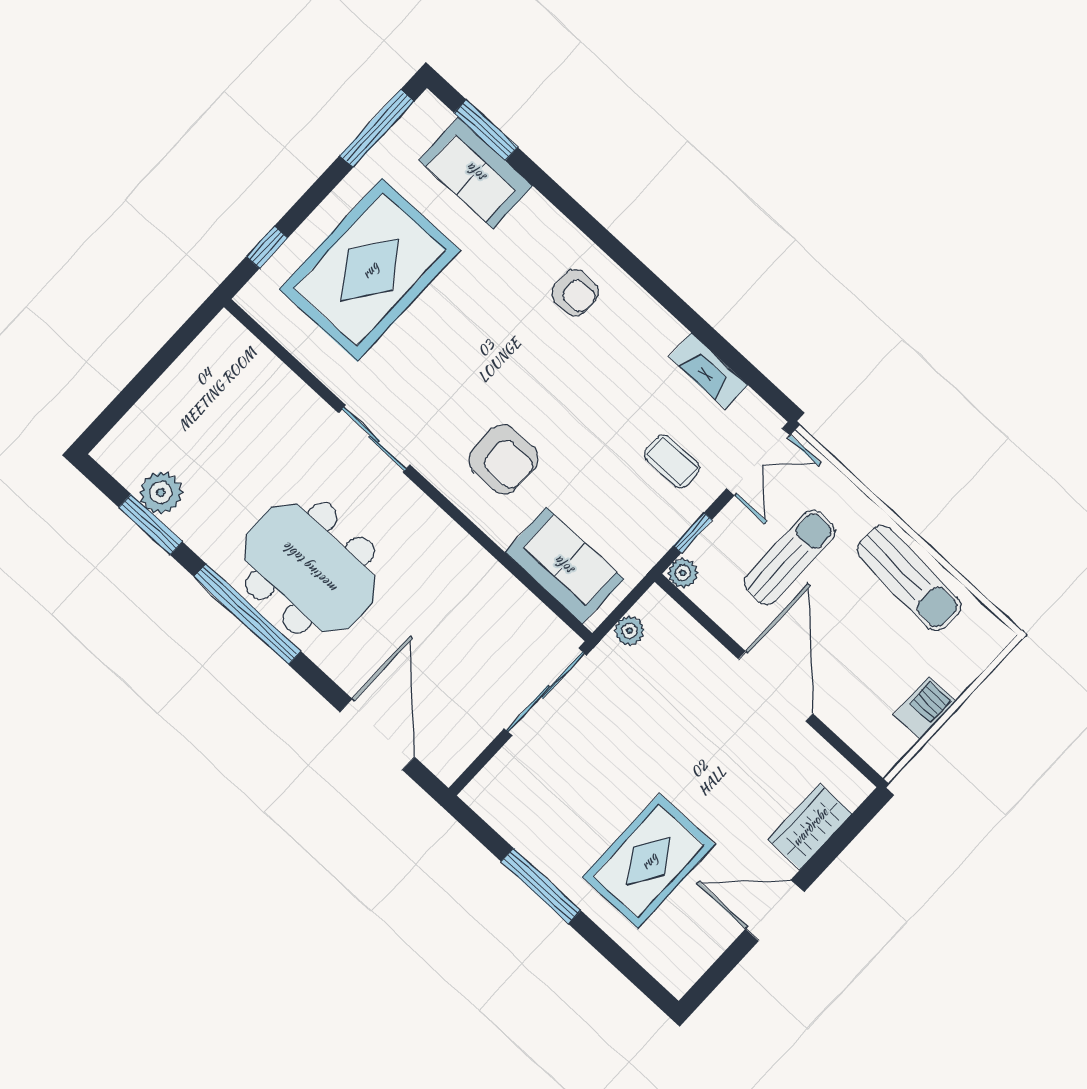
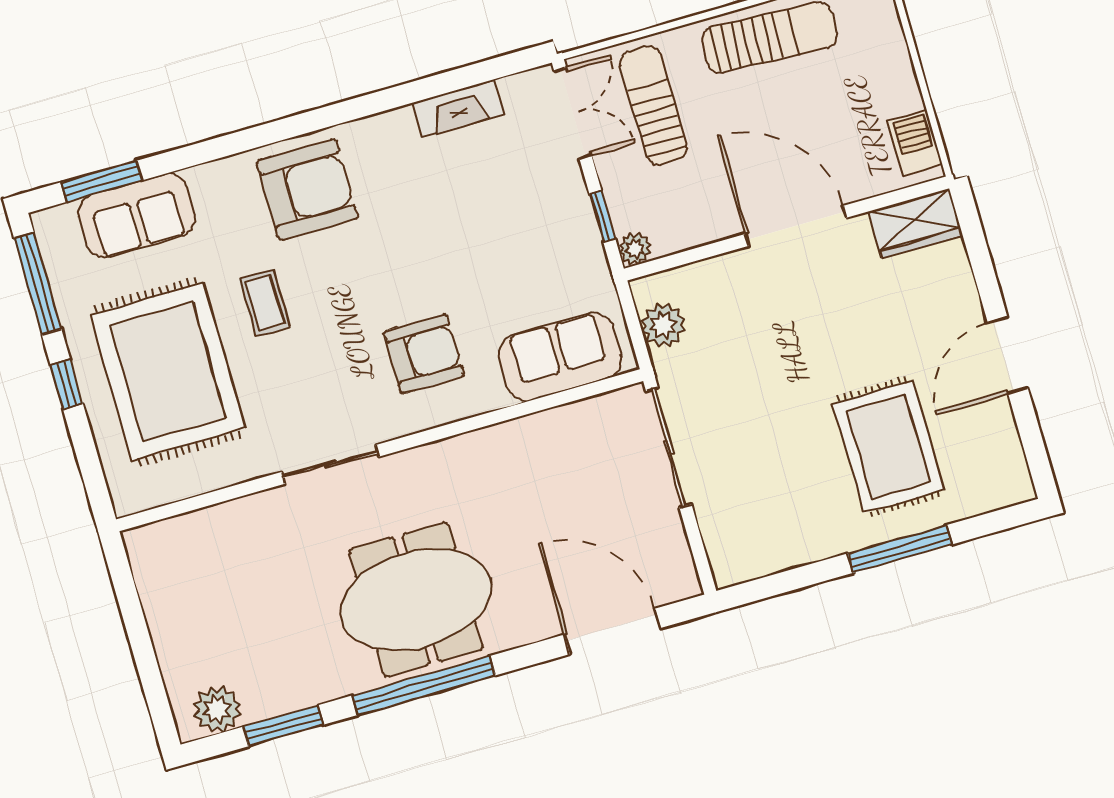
window: (267, 247) -> (67, 384), moved
armchair: (575, 293) -> (307, 190), width x1.88, depth x1.88
coffee table: (672, 461) -> (265, 303), moved, turned 90
plant: (161, 493) -> (217, 710), moved
sun lounger: (790, 557) -> (654, 105), moved
plant: (629, 631) -> (663, 325), width x1.38, depth x1.38
barbecue: (925, 708) -> (915, 143), moved
wardrobe: (810, 827) -> (916, 223), moved, turned -90
window: (541, 886) -> (900, 549), moved

